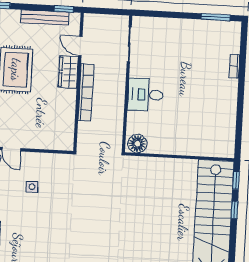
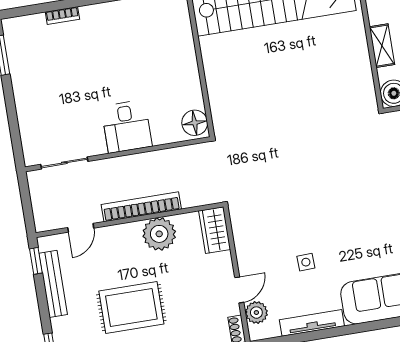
wardrobe: (68, 72) -> (215, 230), moved, turned 90
plant: (64, 101) -> (159, 234), added
side table: (32, 187) -> (306, 262), moved

